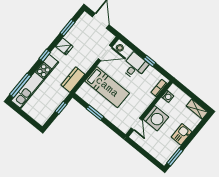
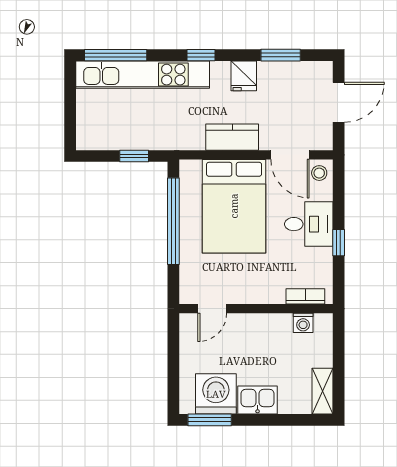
kitchen counter: (73, 80) -> (232, 137), moved
bed: (107, 87) -> (234, 206), width x1.50
window: (95, 113) -> (173, 221), width x2.11
washing machine: (156, 118) -> (216, 394), moved, turned 180

